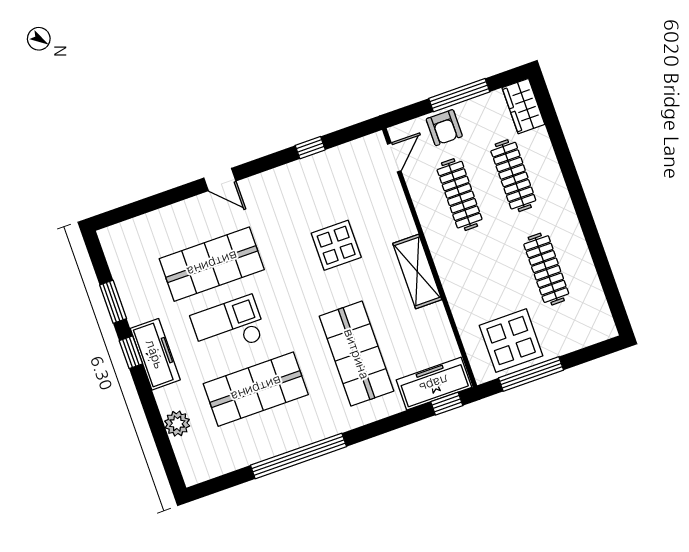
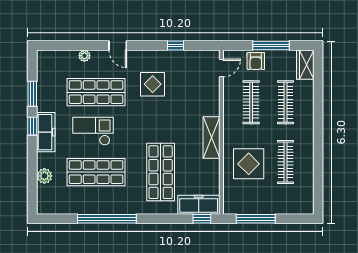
plant: (174, 214) -> (84, 56), added
display table: (336, 245) -> (153, 84), moved
display table: (511, 341) -> (249, 164), moved

